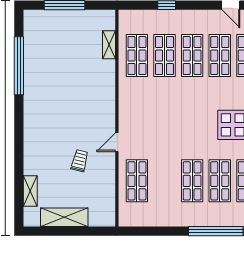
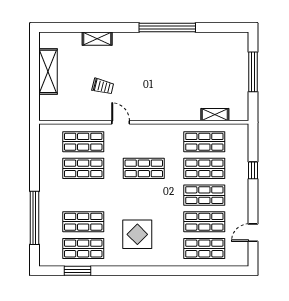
window: (19, 66) -> (167, 28), moved
shop shelf: (165, 118) -> (144, 168), added
shop shelf: (192, 181) -> (83, 168), moved
shelving: (30, 191) -> (97, 39), moved

